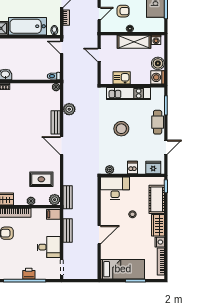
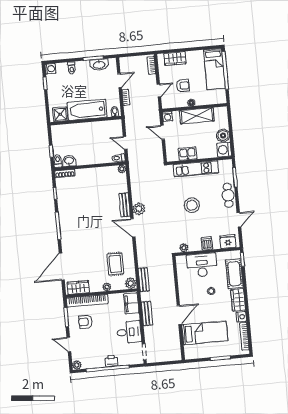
washing machine: (156, 40) -> (168, 116), moved
door: (62, 47) -> (125, 143), moved
plant: (69, 109) -> (139, 209), moved
rug: (41, 179) -> (115, 264), turned 90
desk: (115, 188) -> (202, 265), moved
filing cabinet: (53, 214) -> (131, 303), width x2.00
bed: (123, 269) -> (205, 333), moved

